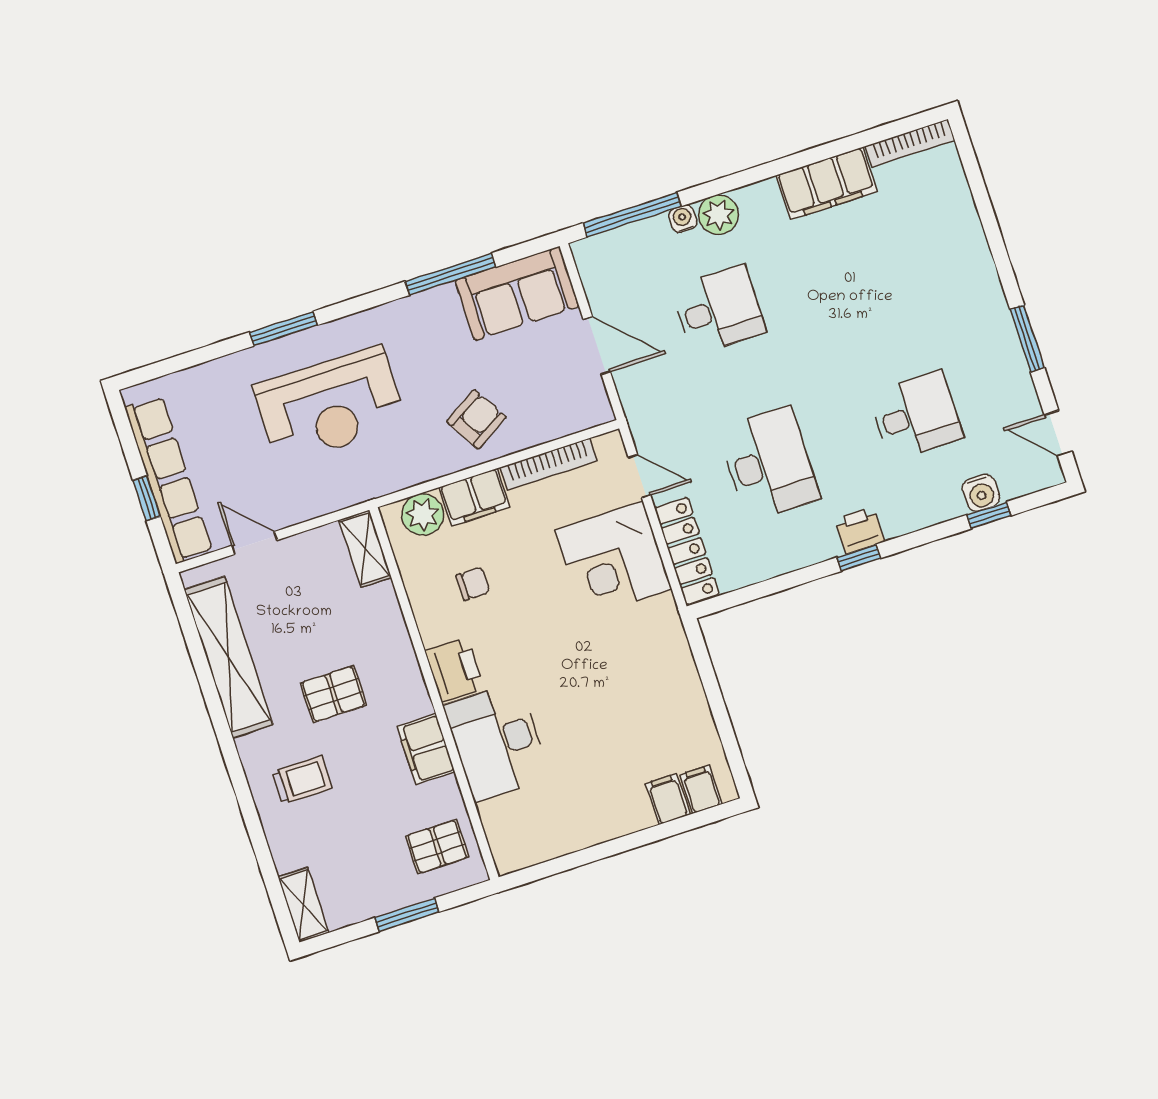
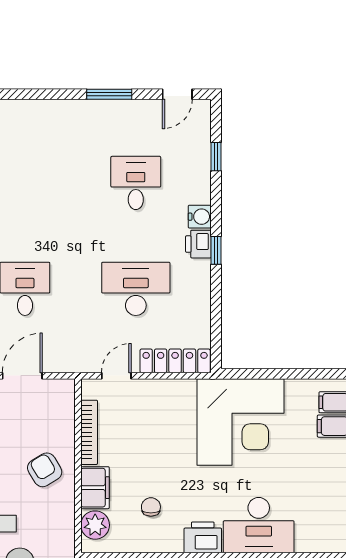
water cooler: (981, 493) -> (200, 217), moved
corner desk: (613, 560) -> (241, 422), moved, width x1.36, depth x1.36

